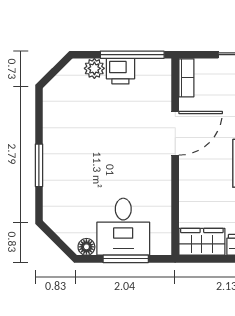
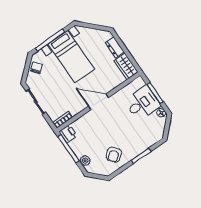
printer: (120, 71) -> (68, 134), moved
armchair: (72, 122) -> (114, 155), added
door: (175, 133) -> (98, 102), moved

